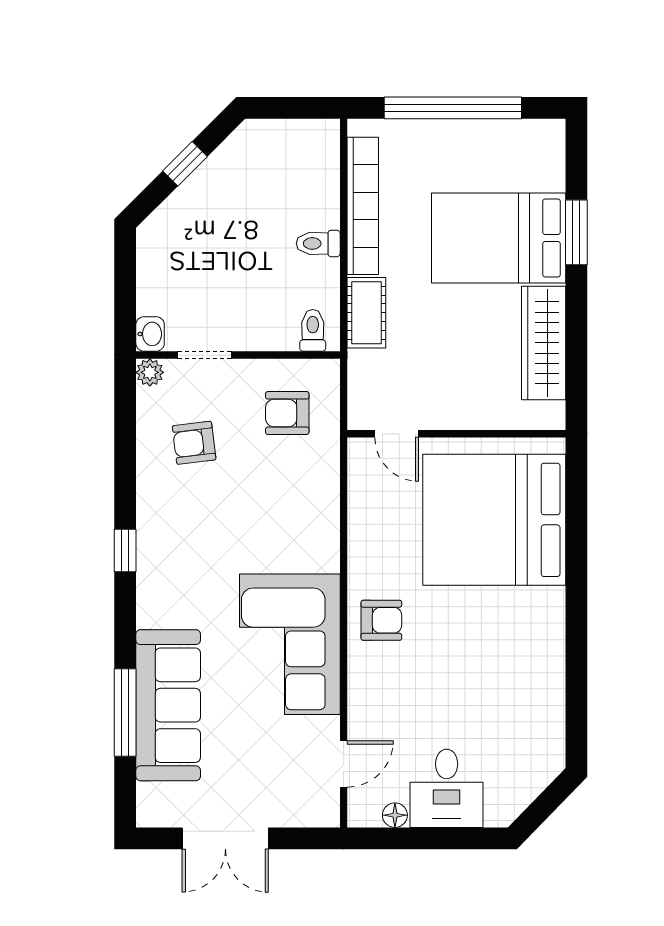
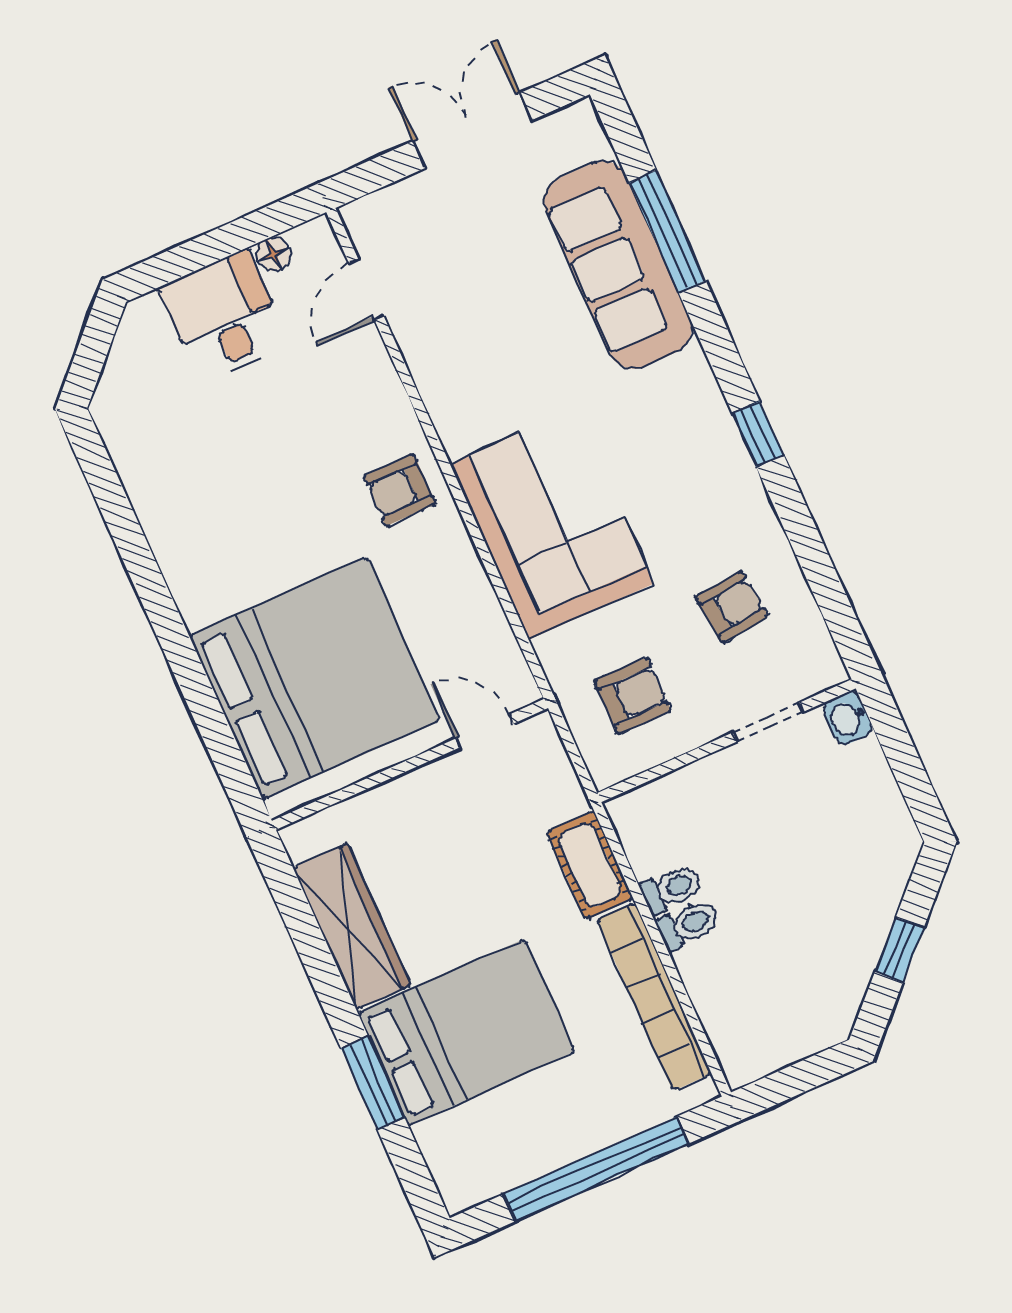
toilet: (313, 330) -> (671, 889), moved, turned -90
plant: (150, 372) -> (827, 670), removed
corner sofa: (290, 644) -> (552, 524), moved

